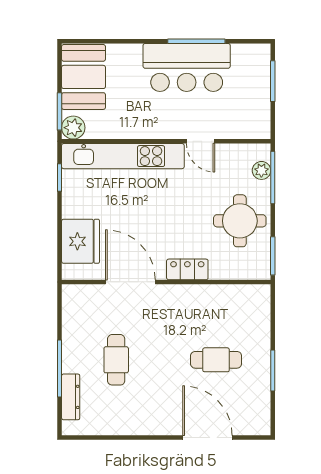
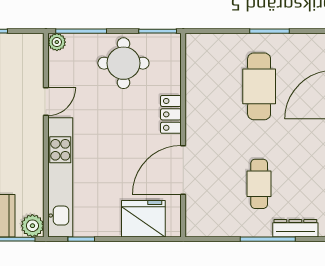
plant: (261, 170) -> (57, 42), moved
cafe table: (116, 360) -> (259, 184), turned 90
cafe table: (216, 360) -> (259, 86), width x1.37, depth x1.35

